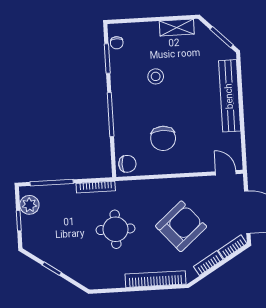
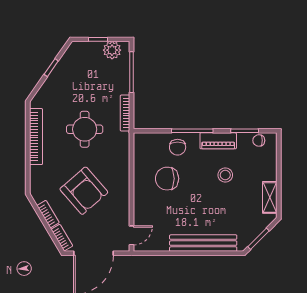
piano: (120, 86) -> (218, 141), added
chair: (127, 164) -> (178, 147), moved
bookcase: (155, 279) -> (36, 137), moved

